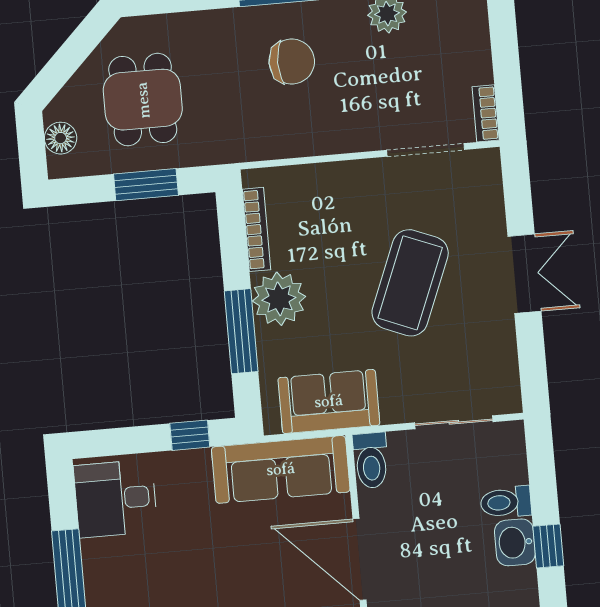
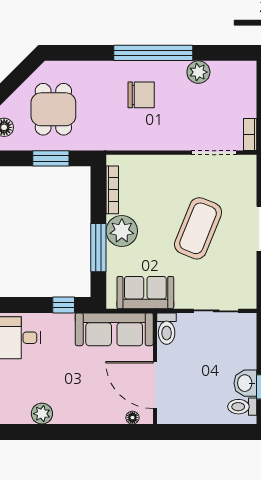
toilet: (506, 502) -> (242, 407), moved

